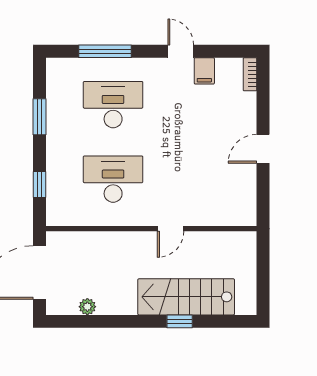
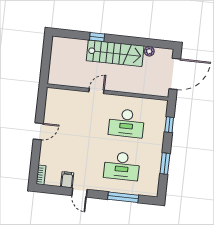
stairs: (186, 297) -> (115, 53), moved

